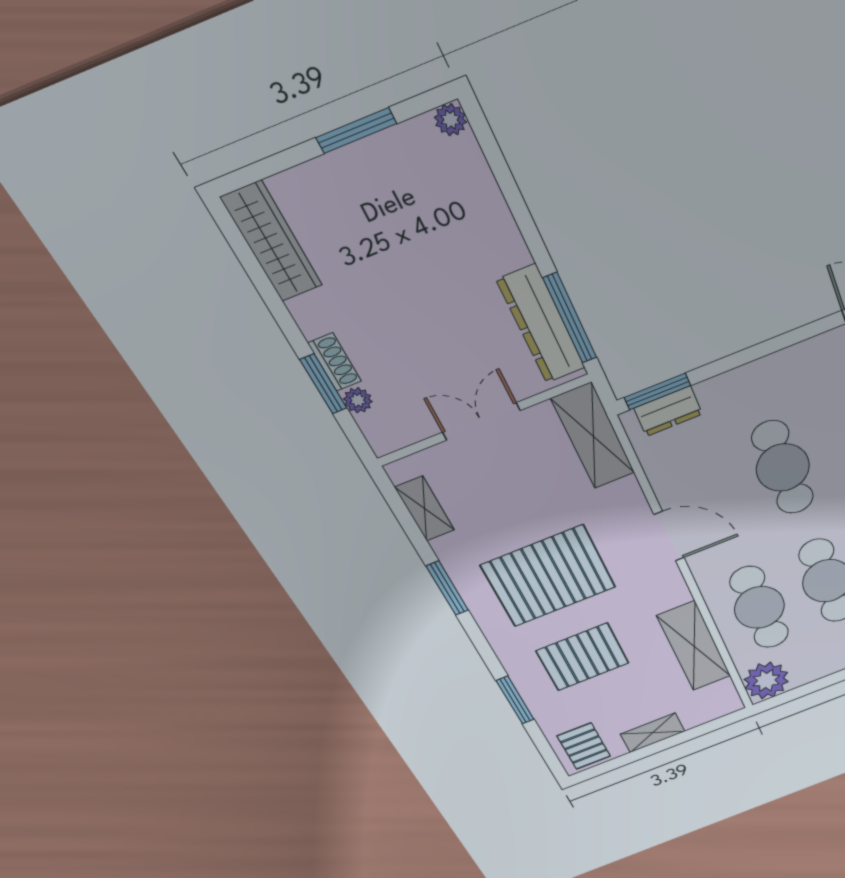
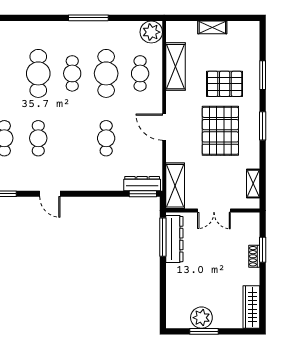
plant: (451, 120) -> (201, 318), moved, width x1.88, depth x1.88
plant: (358, 400) -> (254, 238), removed
dresser: (668, 411) -> (142, 184), width x1.44
cafe table: (783, 468) -> (106, 138), width x0.73, depth x0.74
pallet: (549, 576) -> (220, 131), turned 90
window: (447, 588) -> (263, 126), moved
cafe table: (759, 607) -> (140, 73), width x0.73, depth x0.74
pallet: (584, 746) -> (245, 35), removed

